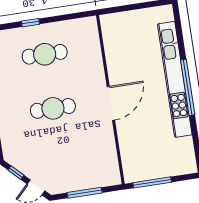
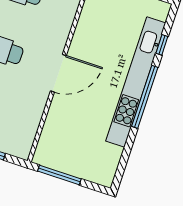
window: (180, 40) -> (162, 45), added

